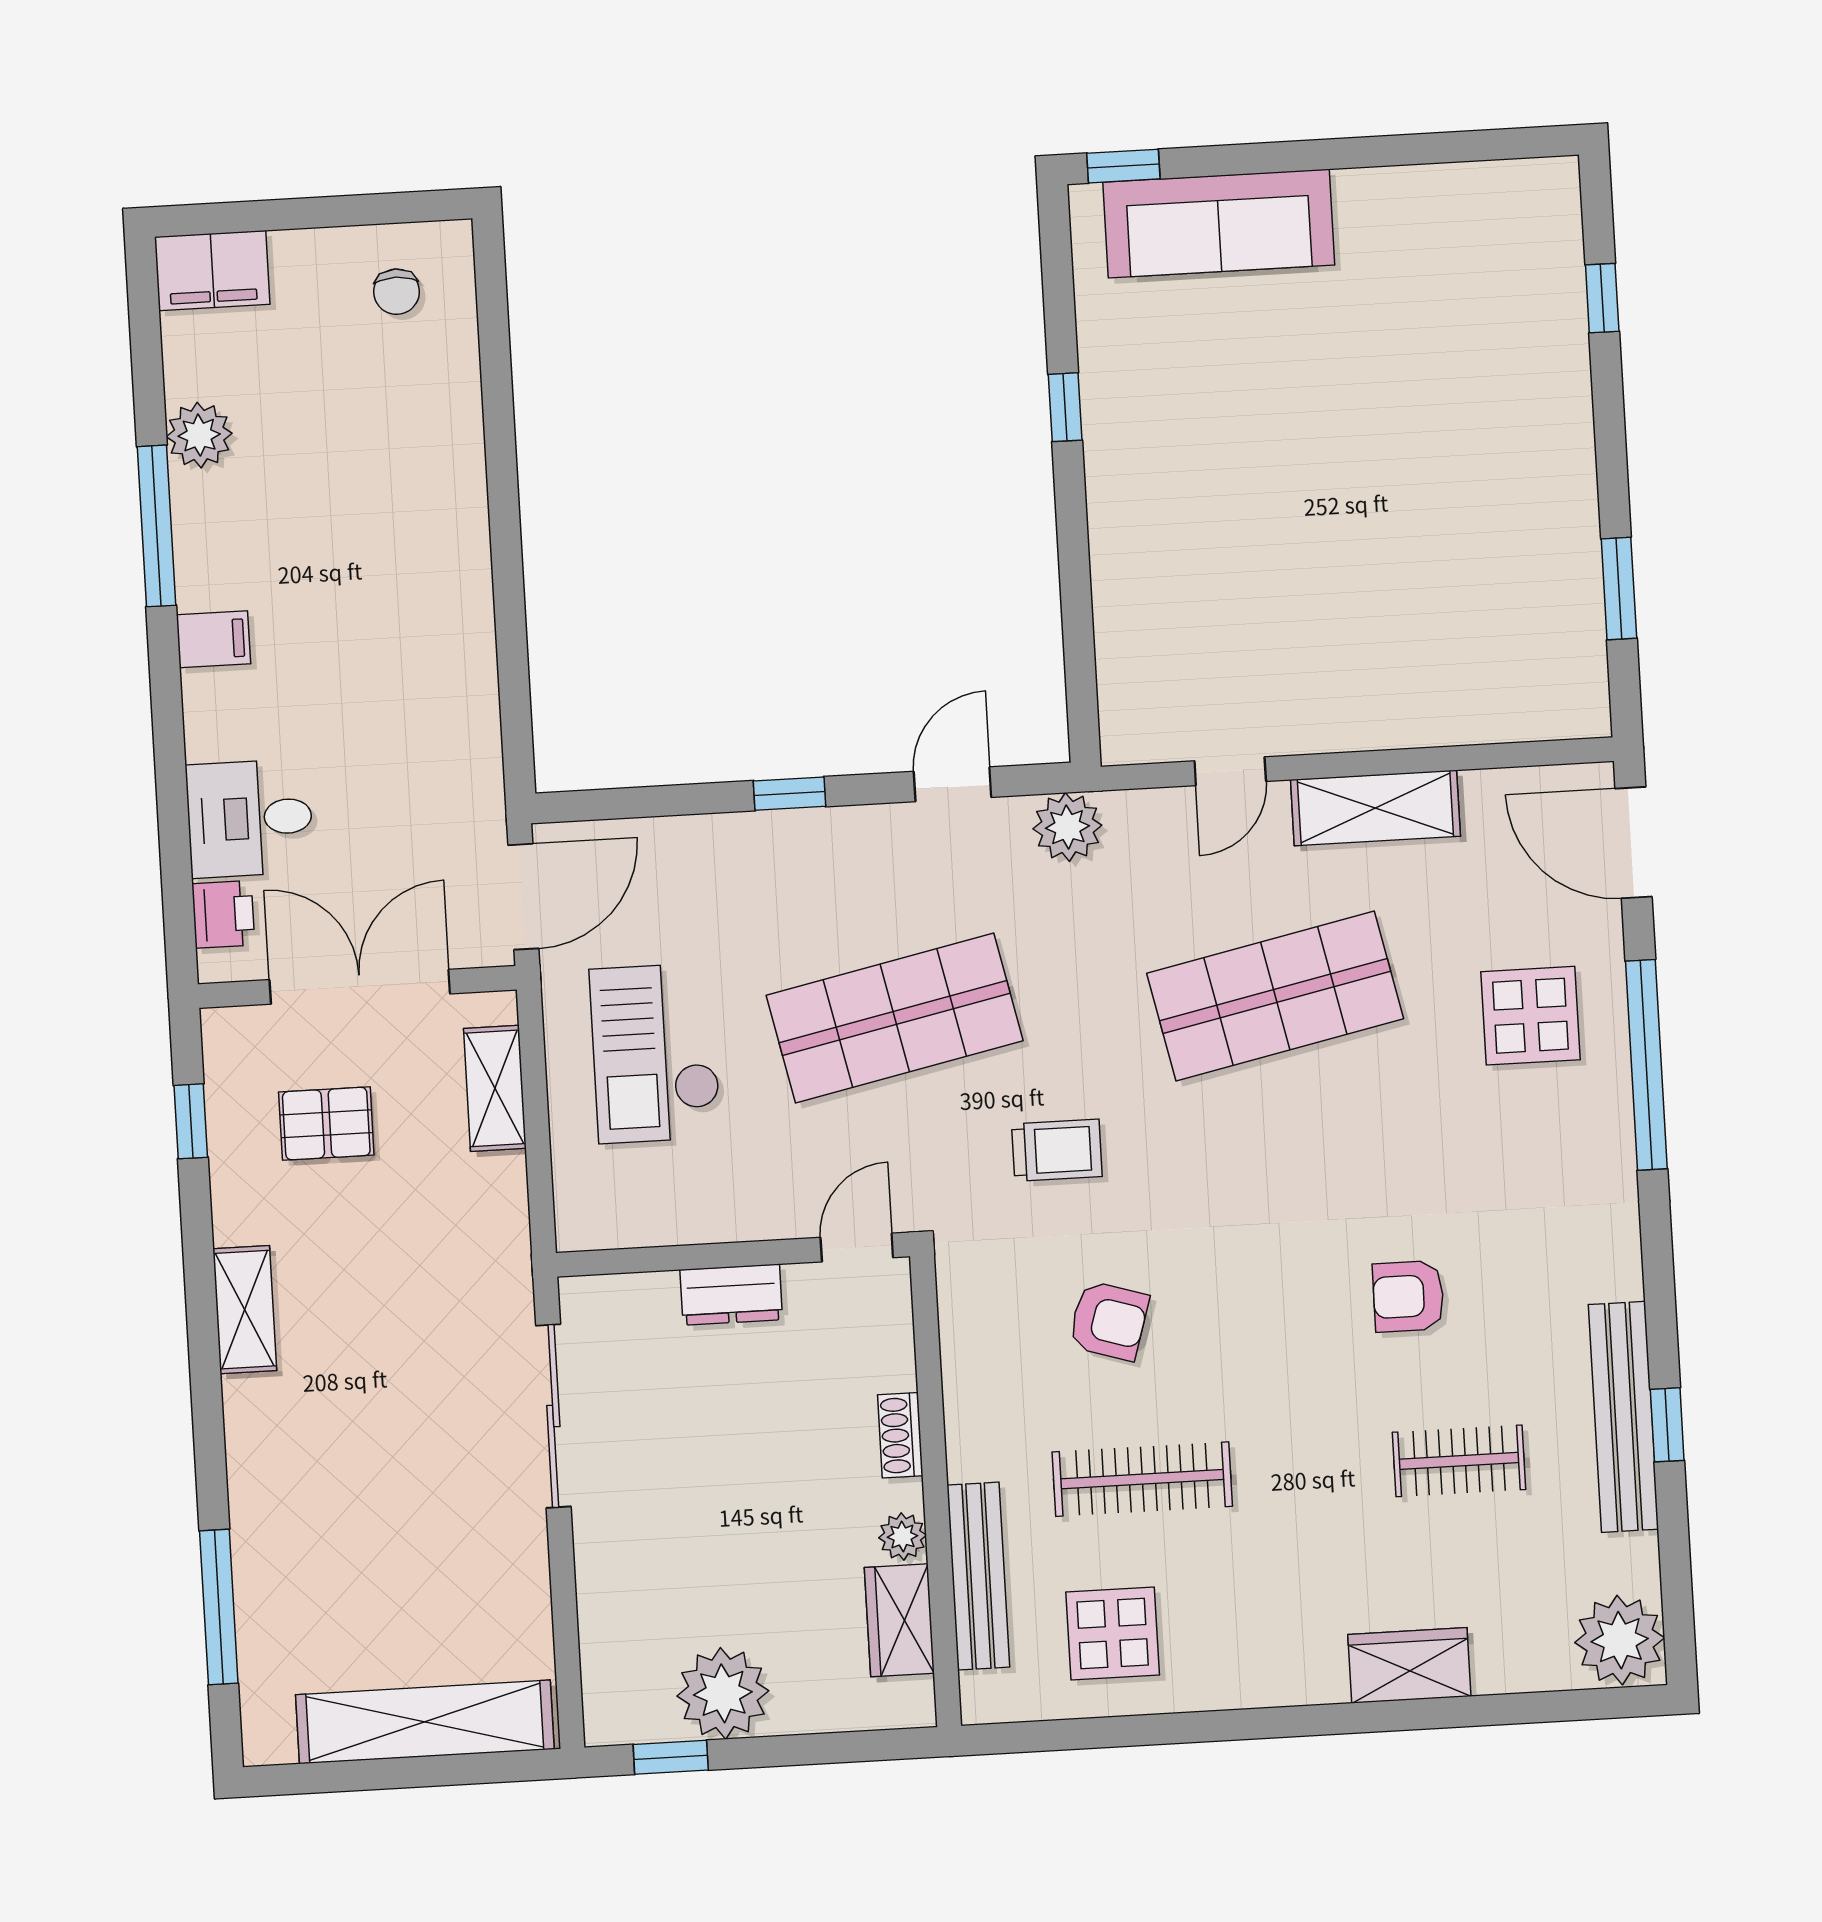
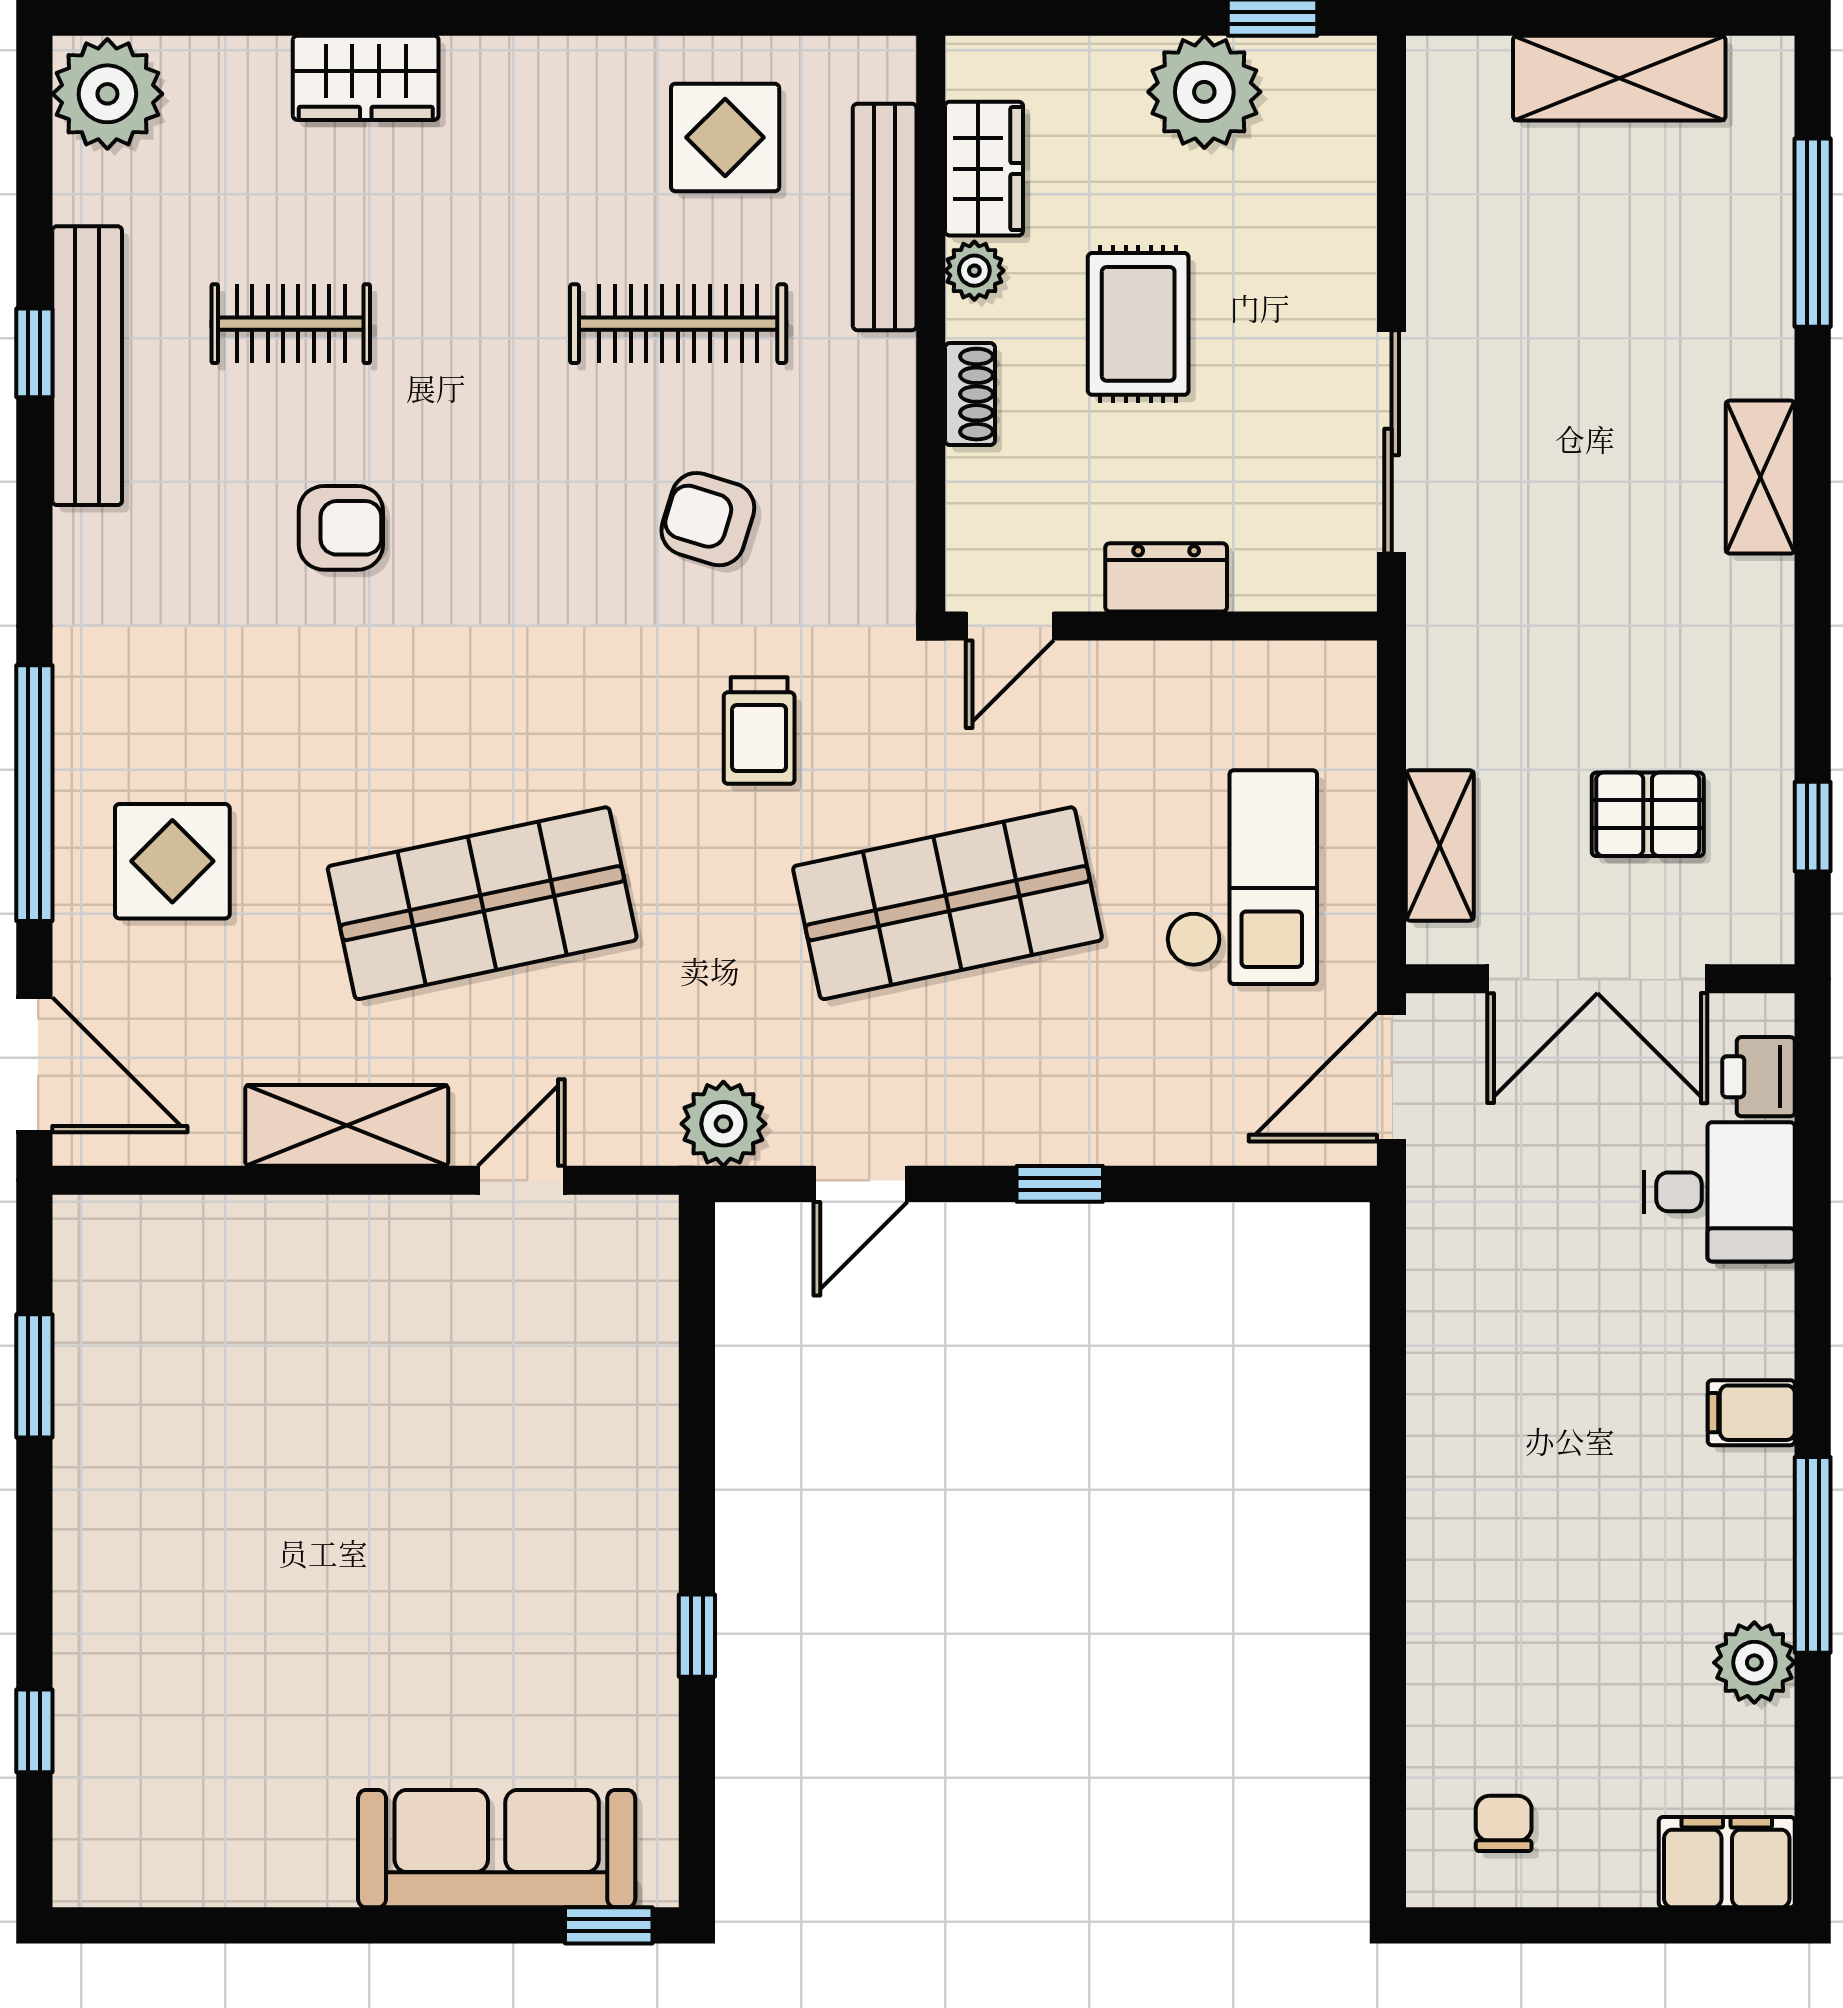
trolley: (1057, 1150) -> (759, 731), turned -90
shelving: (245, 1310) -> (1760, 477), moved
rug: (766, 1501) -> (1138, 324), added
shelving: (425, 1722) -> (1619, 78), width x0.68

